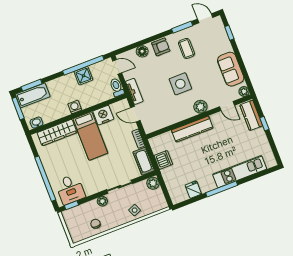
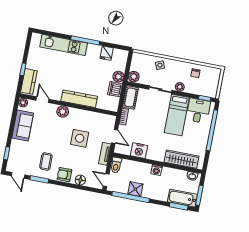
side table: (180, 84) -> (80, 138), moved
bed: (90, 136) -> (177, 115), moved, turned 180
plant: (168, 174) -> (118, 77), added

